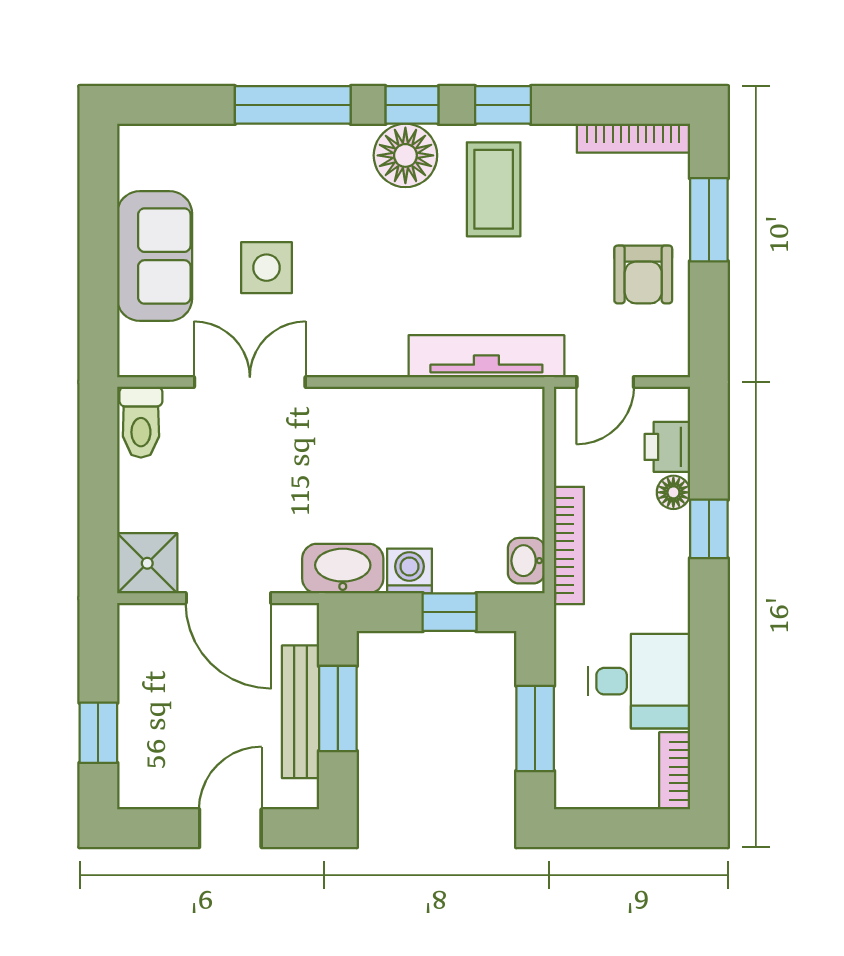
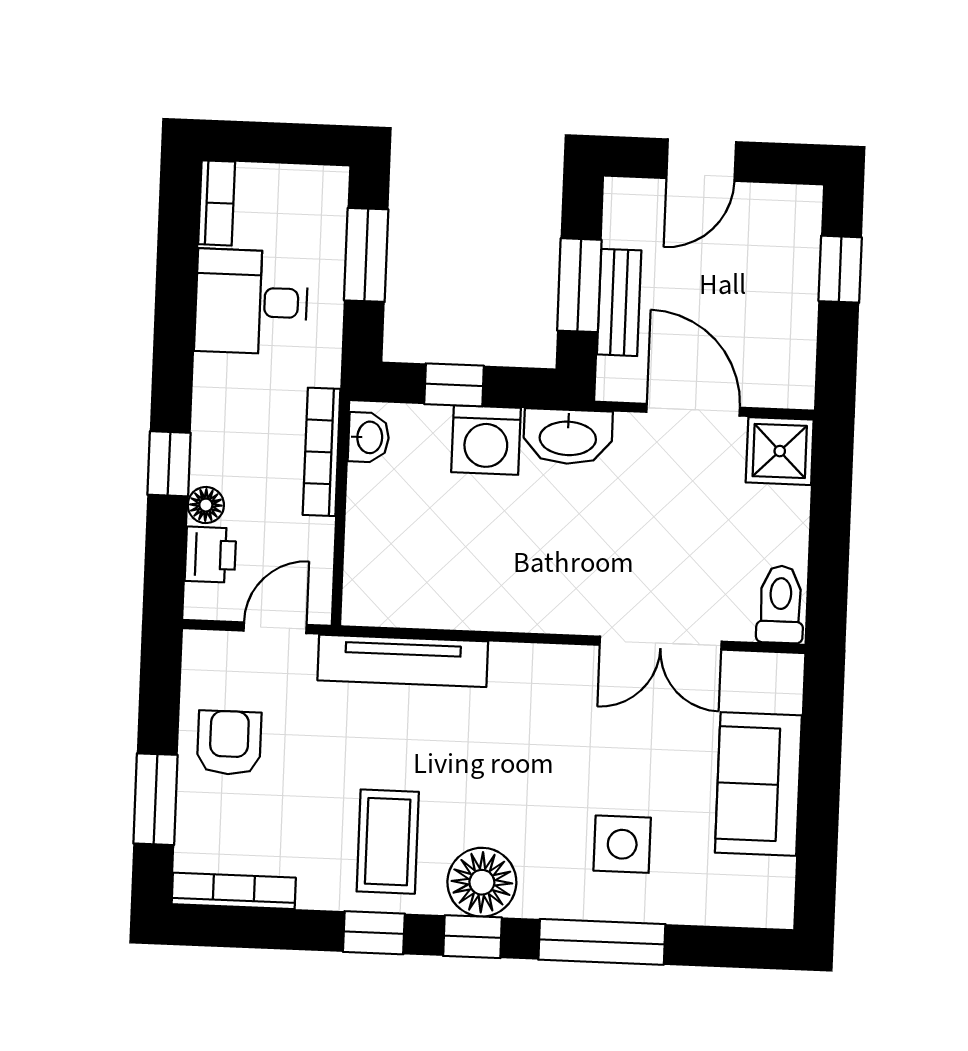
side table: (266, 268) -> (622, 844), moved
washing machine: (409, 571) -> (486, 440), width x1.38, depth x1.38
bench: (300, 712) -> (619, 302), width x0.73

